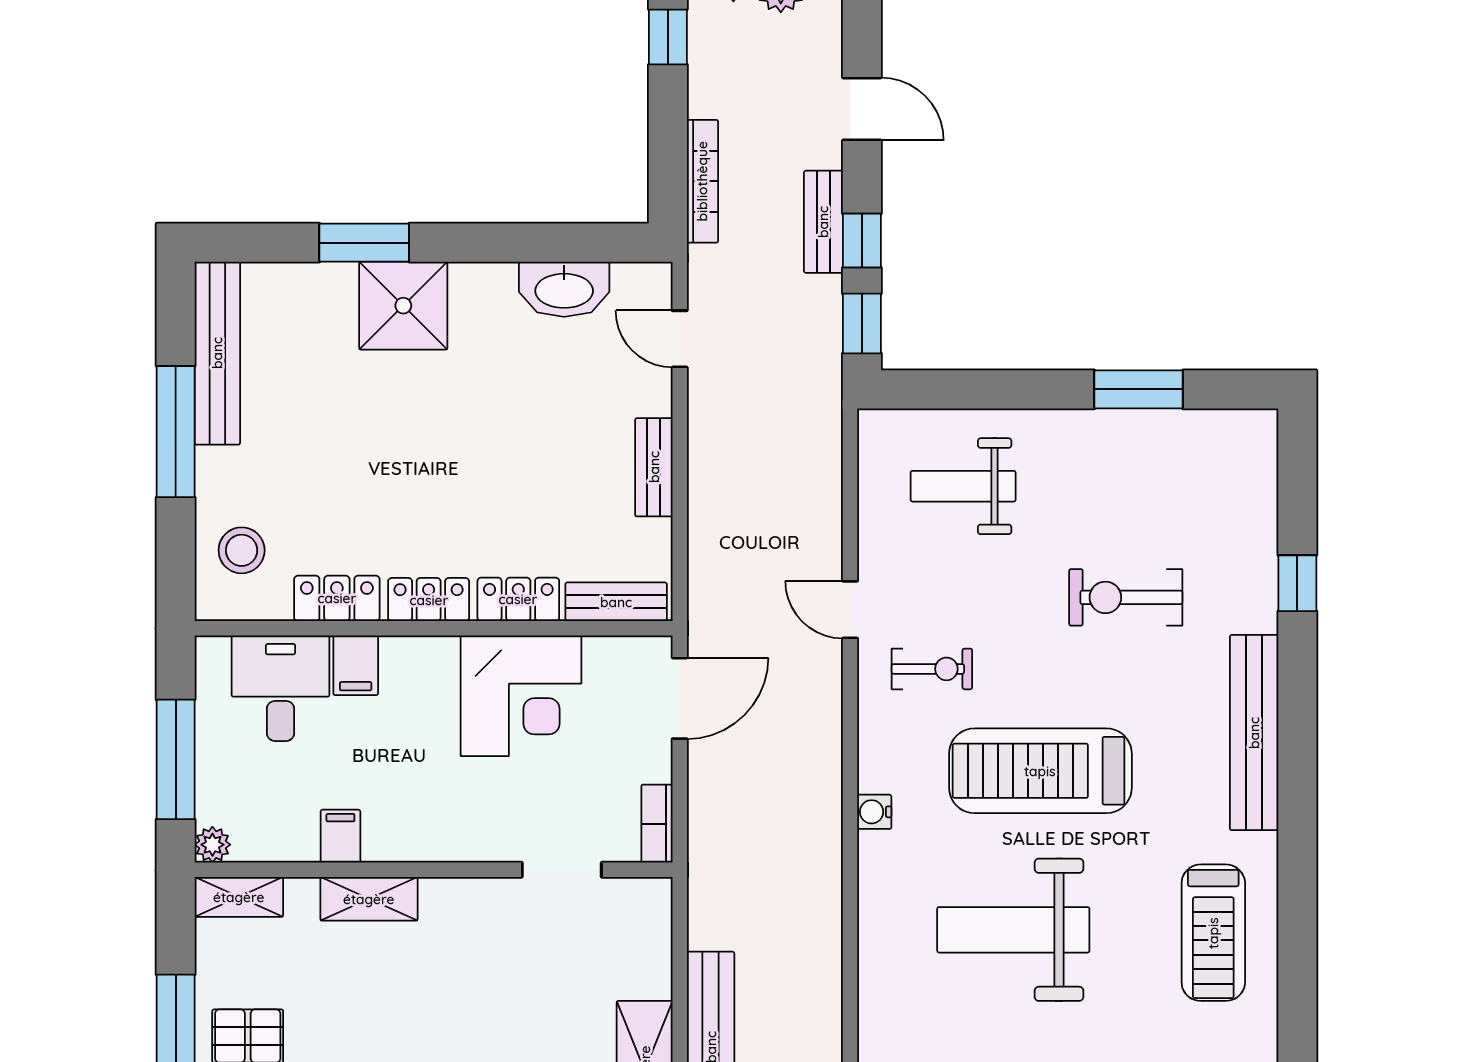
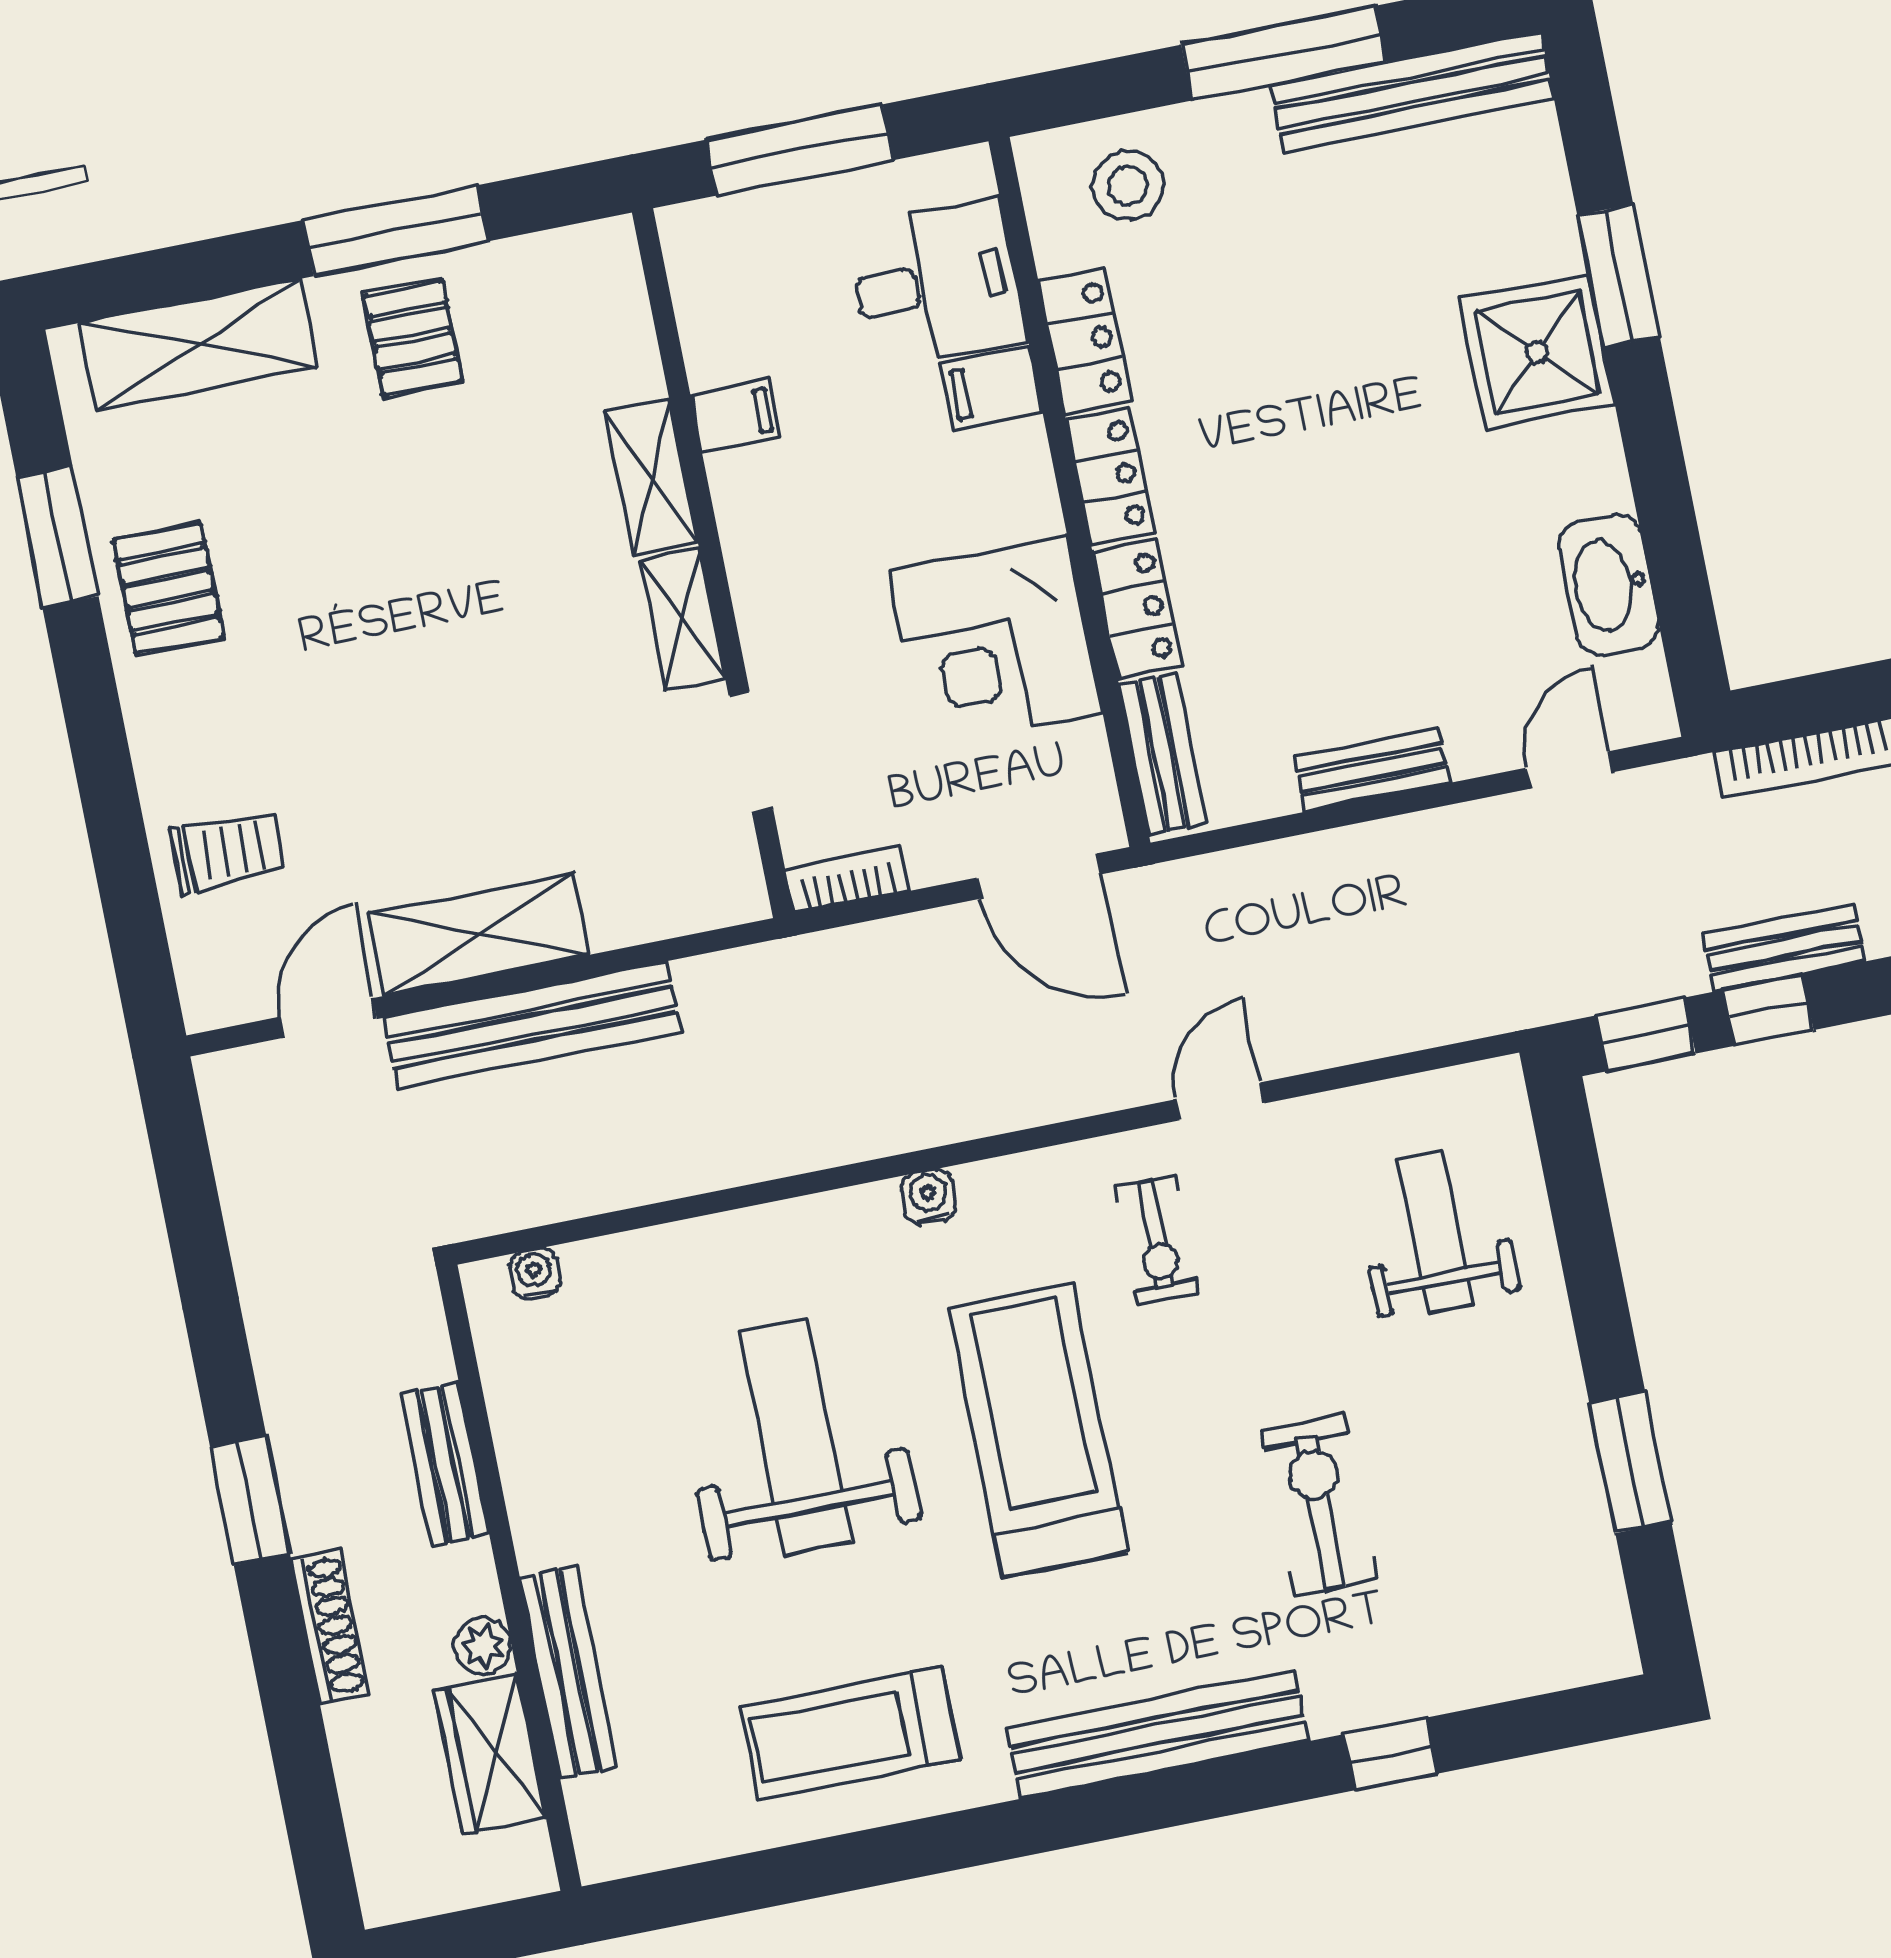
plant: (212, 845) -> (685, 230), removed
shelving: (239, 897) -> (683, 619), moved

